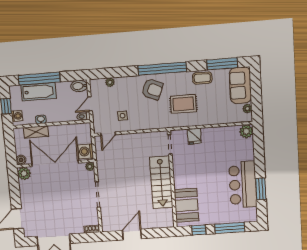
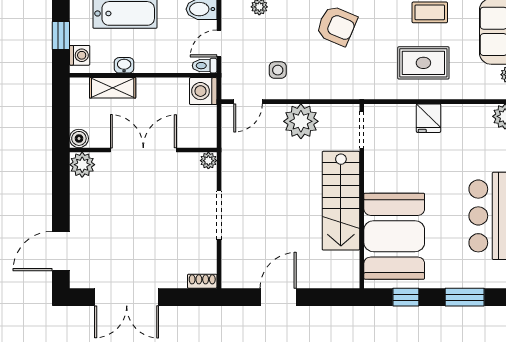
rug: (183, 104) -> (423, 63), moved
fridge: (194, 136) -> (428, 118), moved
plant: (137, 142) -> (301, 121), added
washing machine: (86, 151) -> (203, 91), moved
double door: (55, 163) -> (143, 150), width x0.73
booth: (186, 205) -> (394, 236), width x1.36, depth x1.42
window: (230, 228) -> (465, 297), width x0.69

